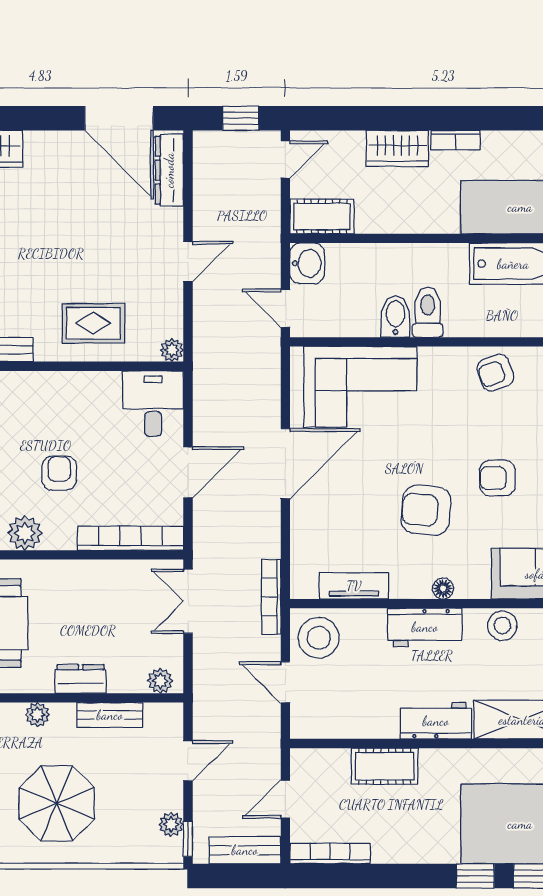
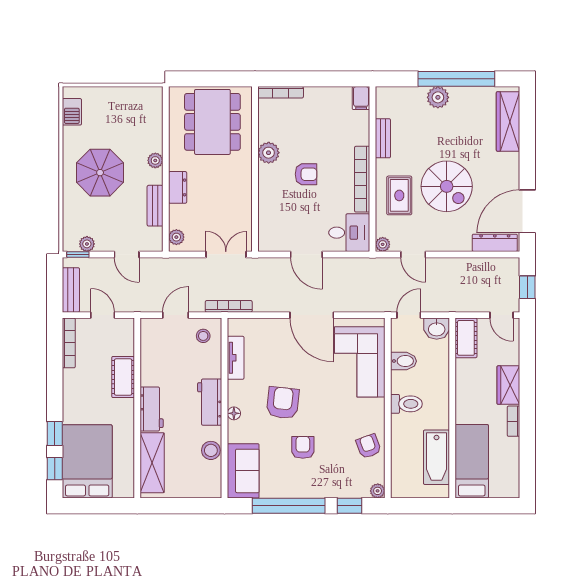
spiral stairs: (79, 247) -> (447, 186), added
door: (188, 262) -> (413, 254), moved
bidet: (396, 317) -> (403, 361), moved
bookcase: (130, 538) -> (362, 179), moved, turned 180
stool: (319, 638) -> (203, 336), width x0.53, depth x0.53

